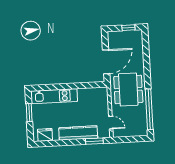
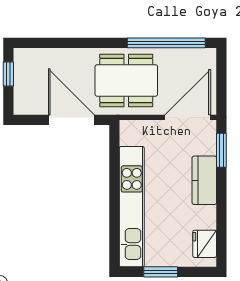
kitchen unit: (54, 96) -> (132, 207), width x1.36
door: (111, 123) -> (188, 117), width x1.87
kitchen counter: (78, 133) -> (204, 180), width x0.67

